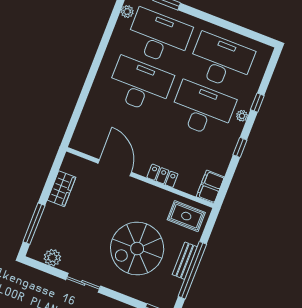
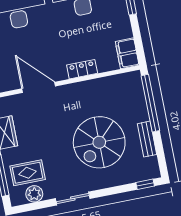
rug: (186, 216) -> (28, 173), moved
bench: (185, 261) -> (147, 139), moved
window: (192, 270) -> (150, 103), moved

